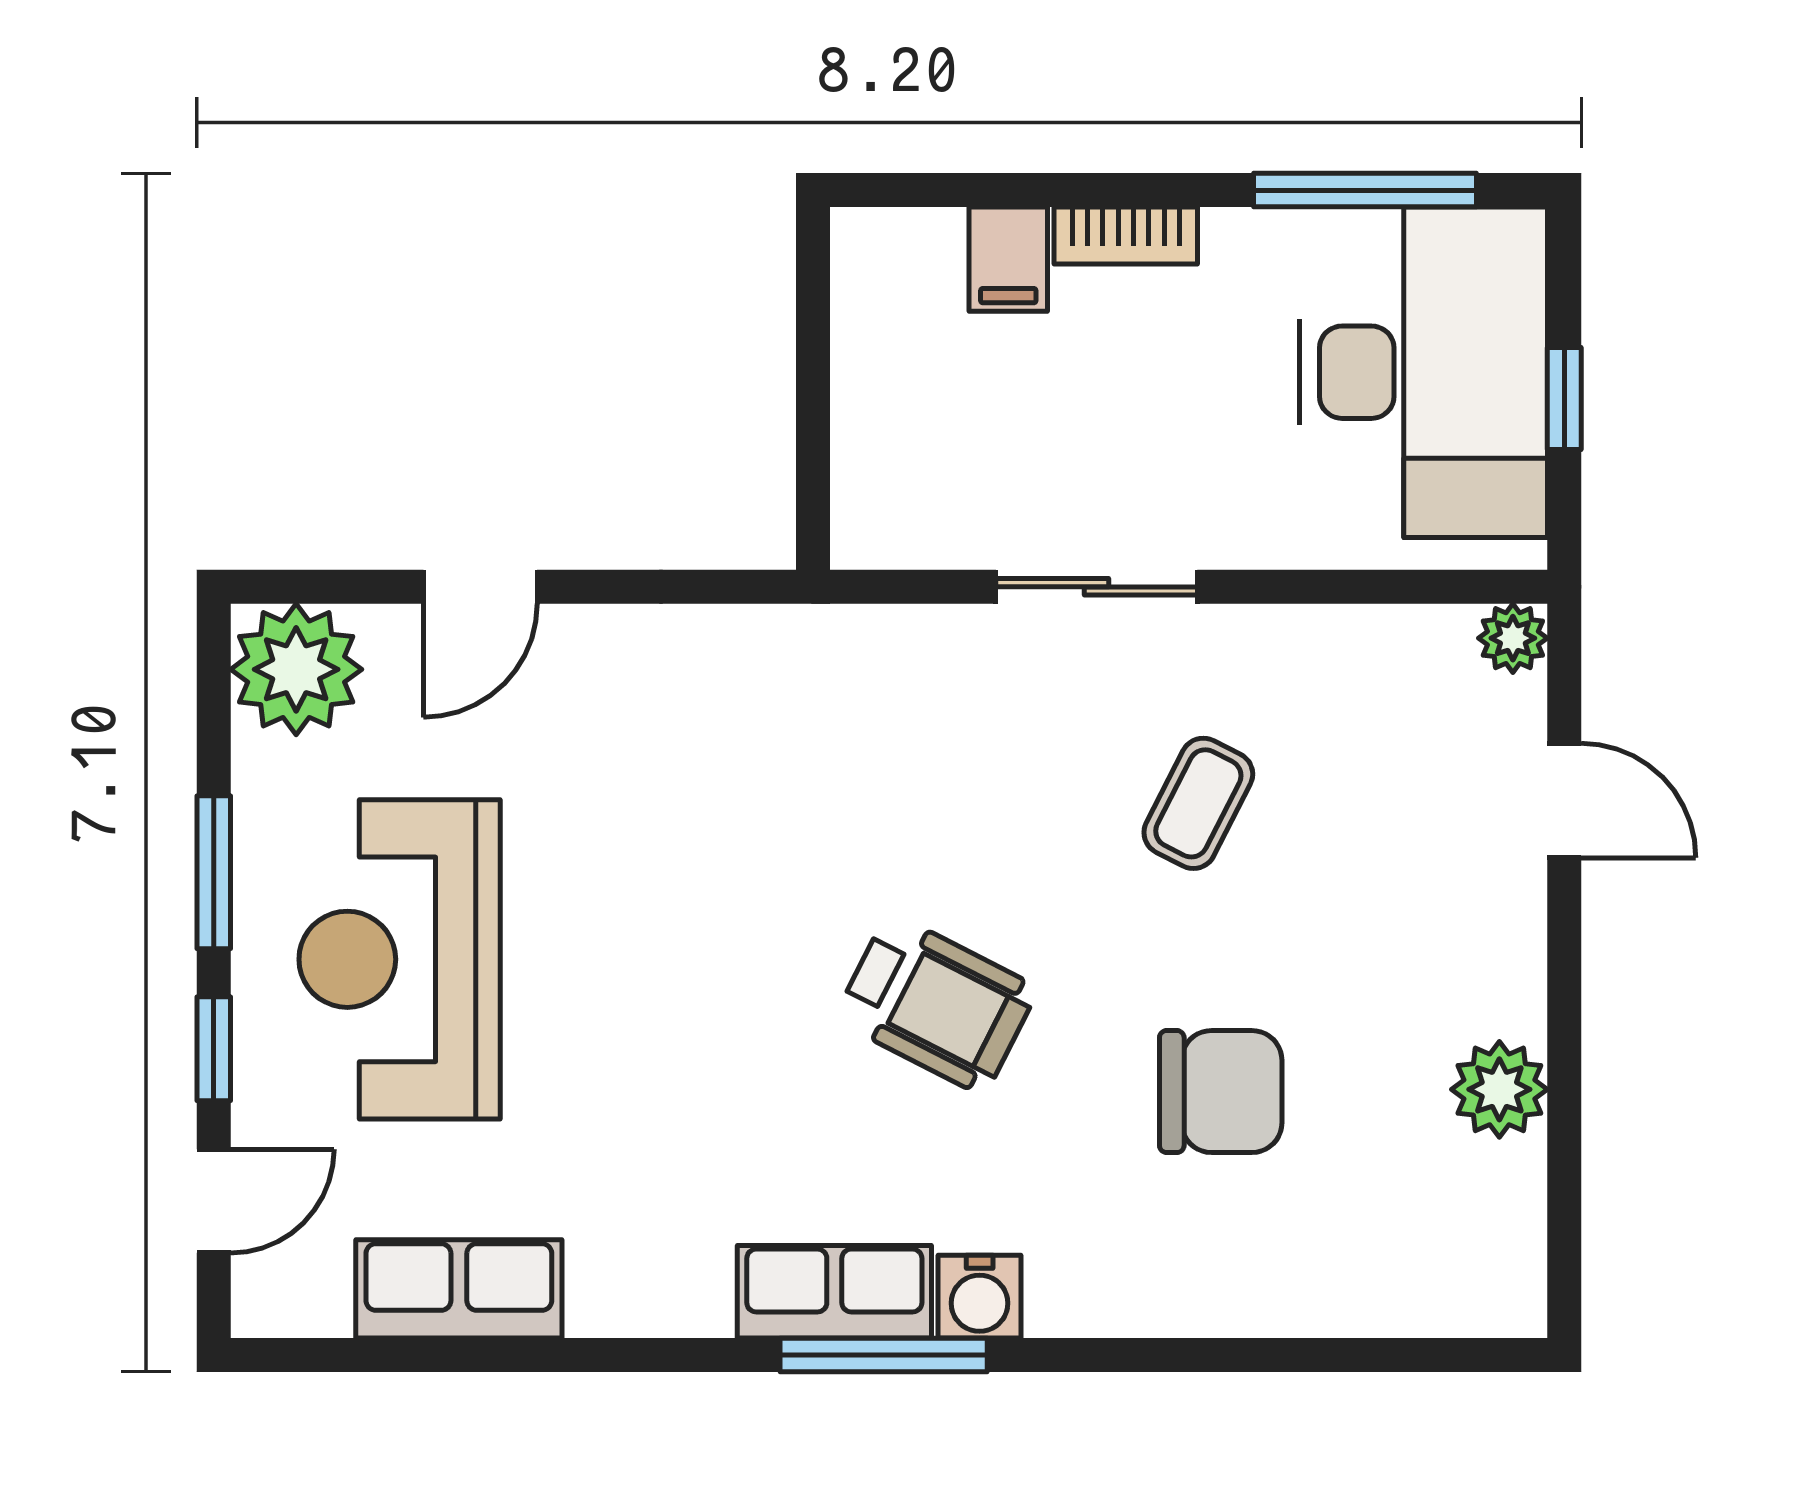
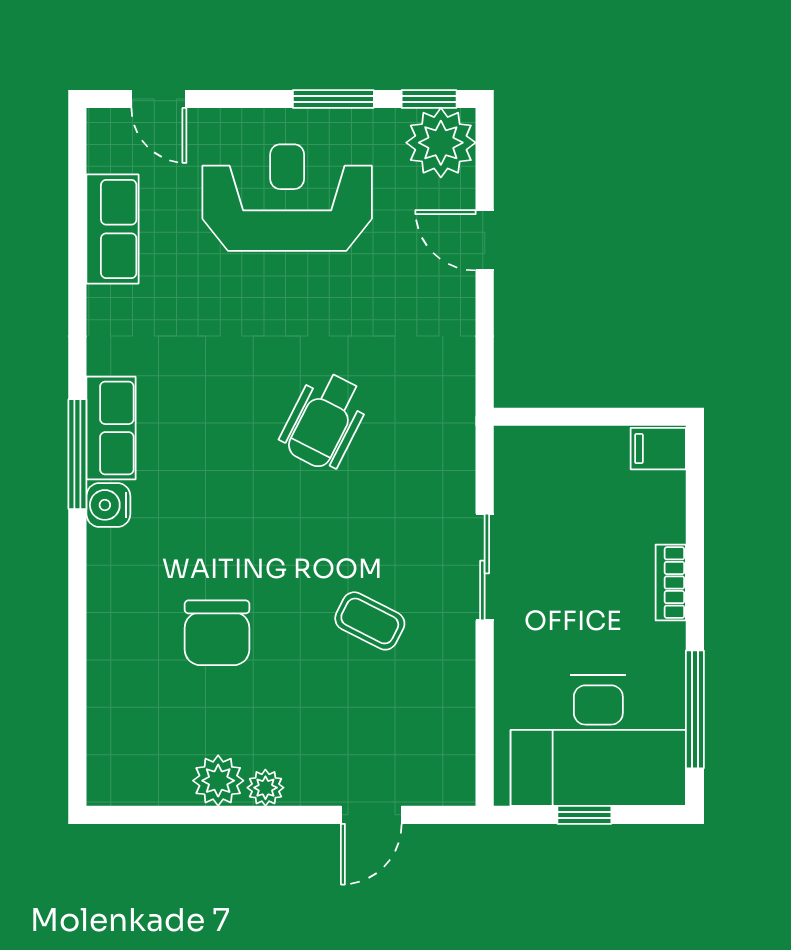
filing cabinet: (1008, 259) -> (658, 449), moved
plant: (1513, 638) -> (265, 788), moved
wheelchair: (936, 1004) -> (325, 421), moved
window: (214, 1049) -> (429, 99), moved

